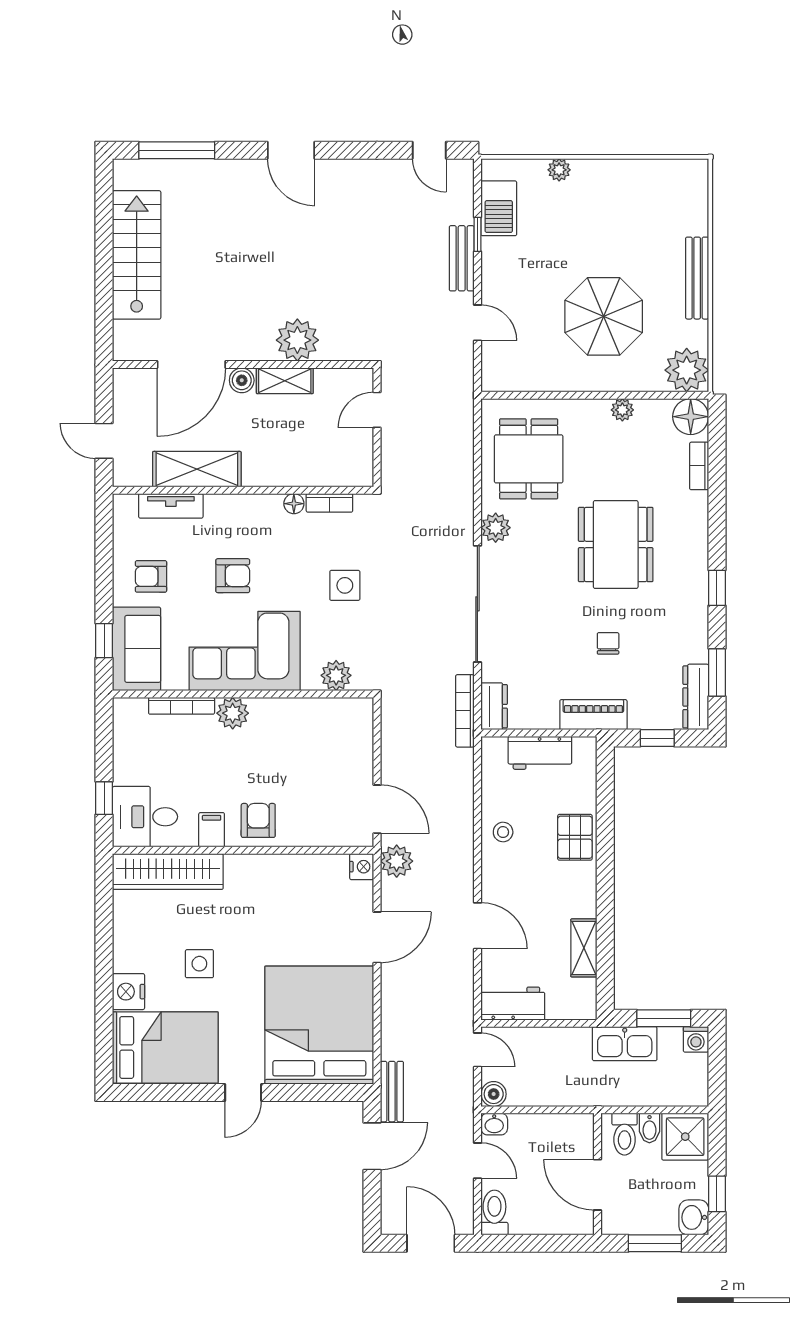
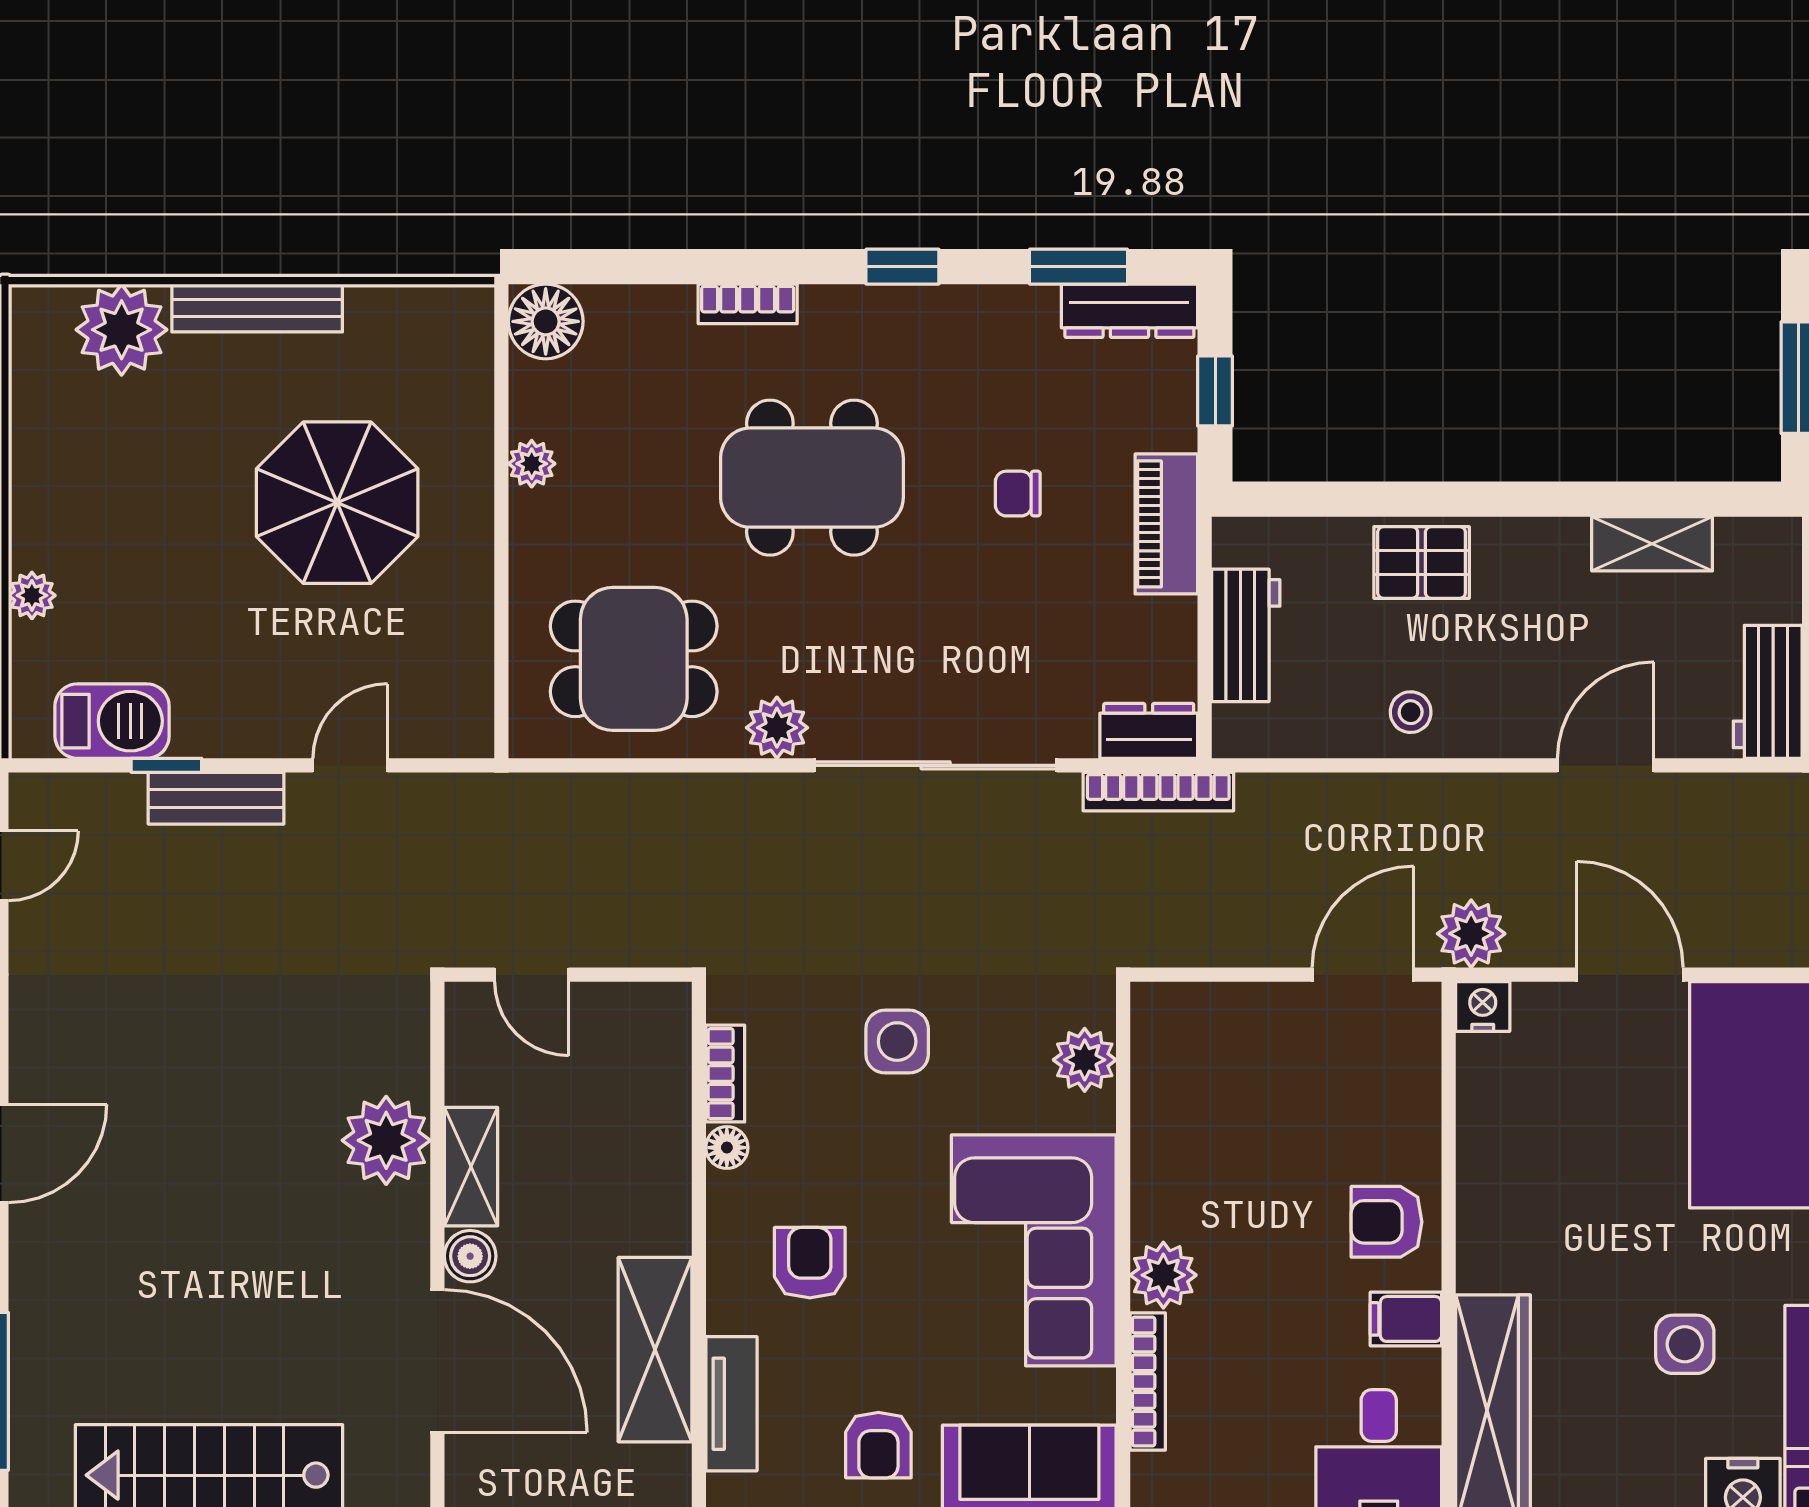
plant: (687, 370) -> (122, 330), moved
bookcase: (699, 466) -> (748, 304), moved
armchair: (233, 576) -> (810, 1263), moved

